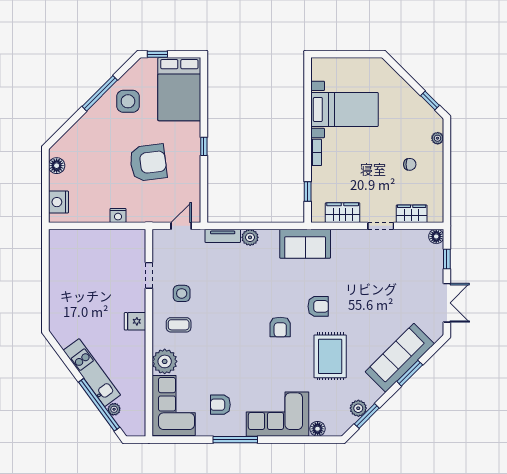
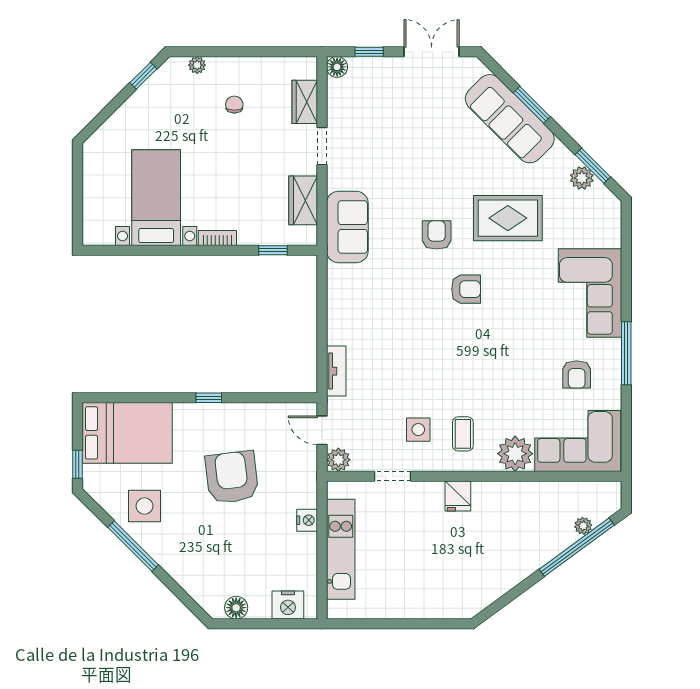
plant: (250, 237) -> (338, 460), moved
sofa: (305, 244) -> (347, 227), moved
kitchen unit: (92, 373) -> (341, 549), moved, turned 126
floor lamp: (318, 429) -> (611, 236), removed

